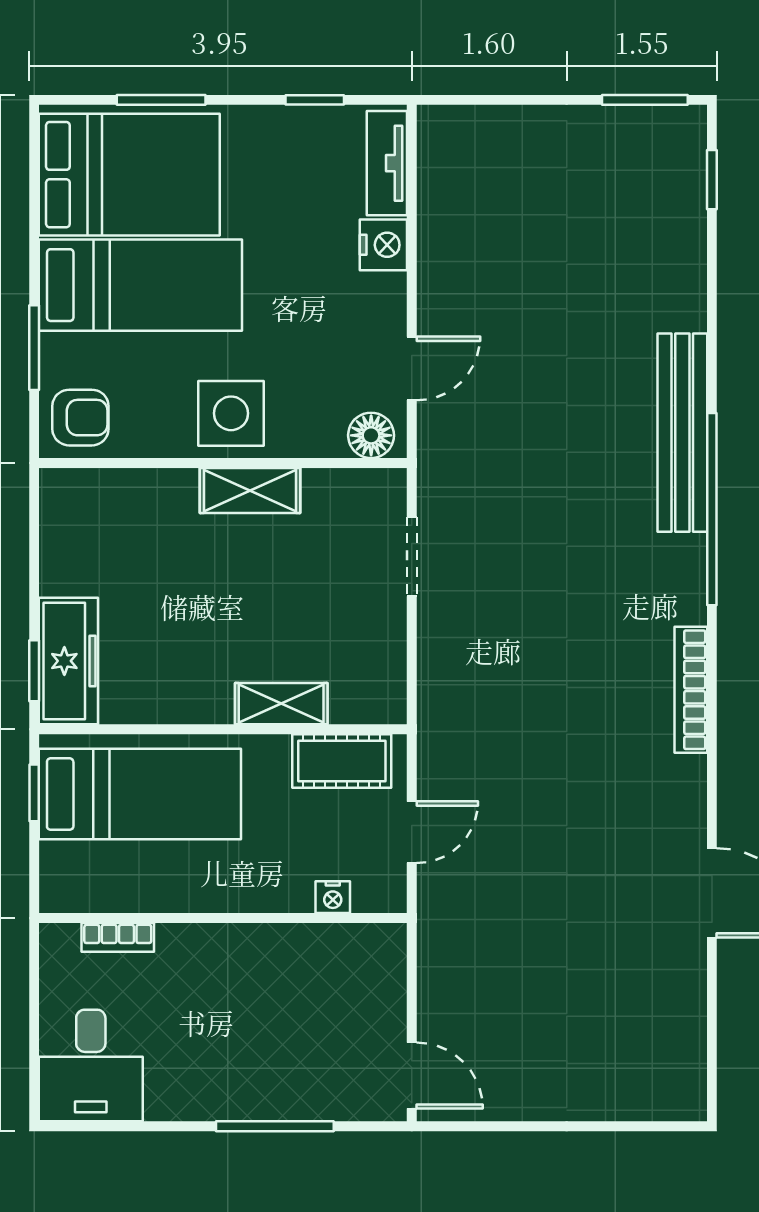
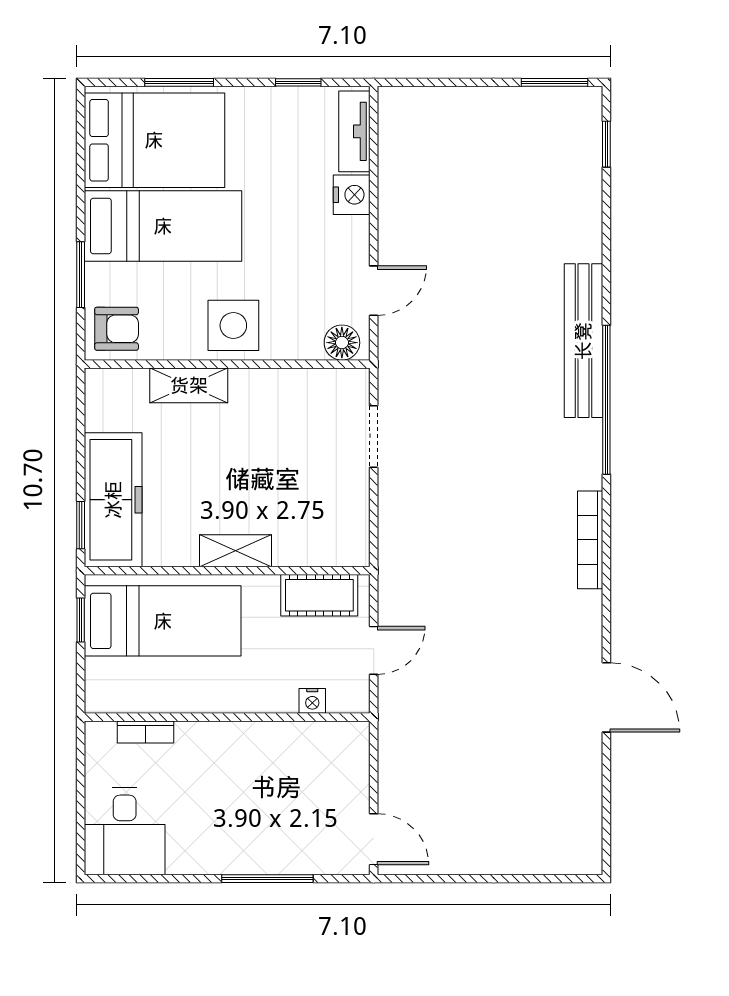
shelving: (250, 490) -> (189, 385), moved
freezer: (68, 661) -> (113, 500), width x1.36, depth x1.26
shelving: (281, 704) -> (236, 551), moved

